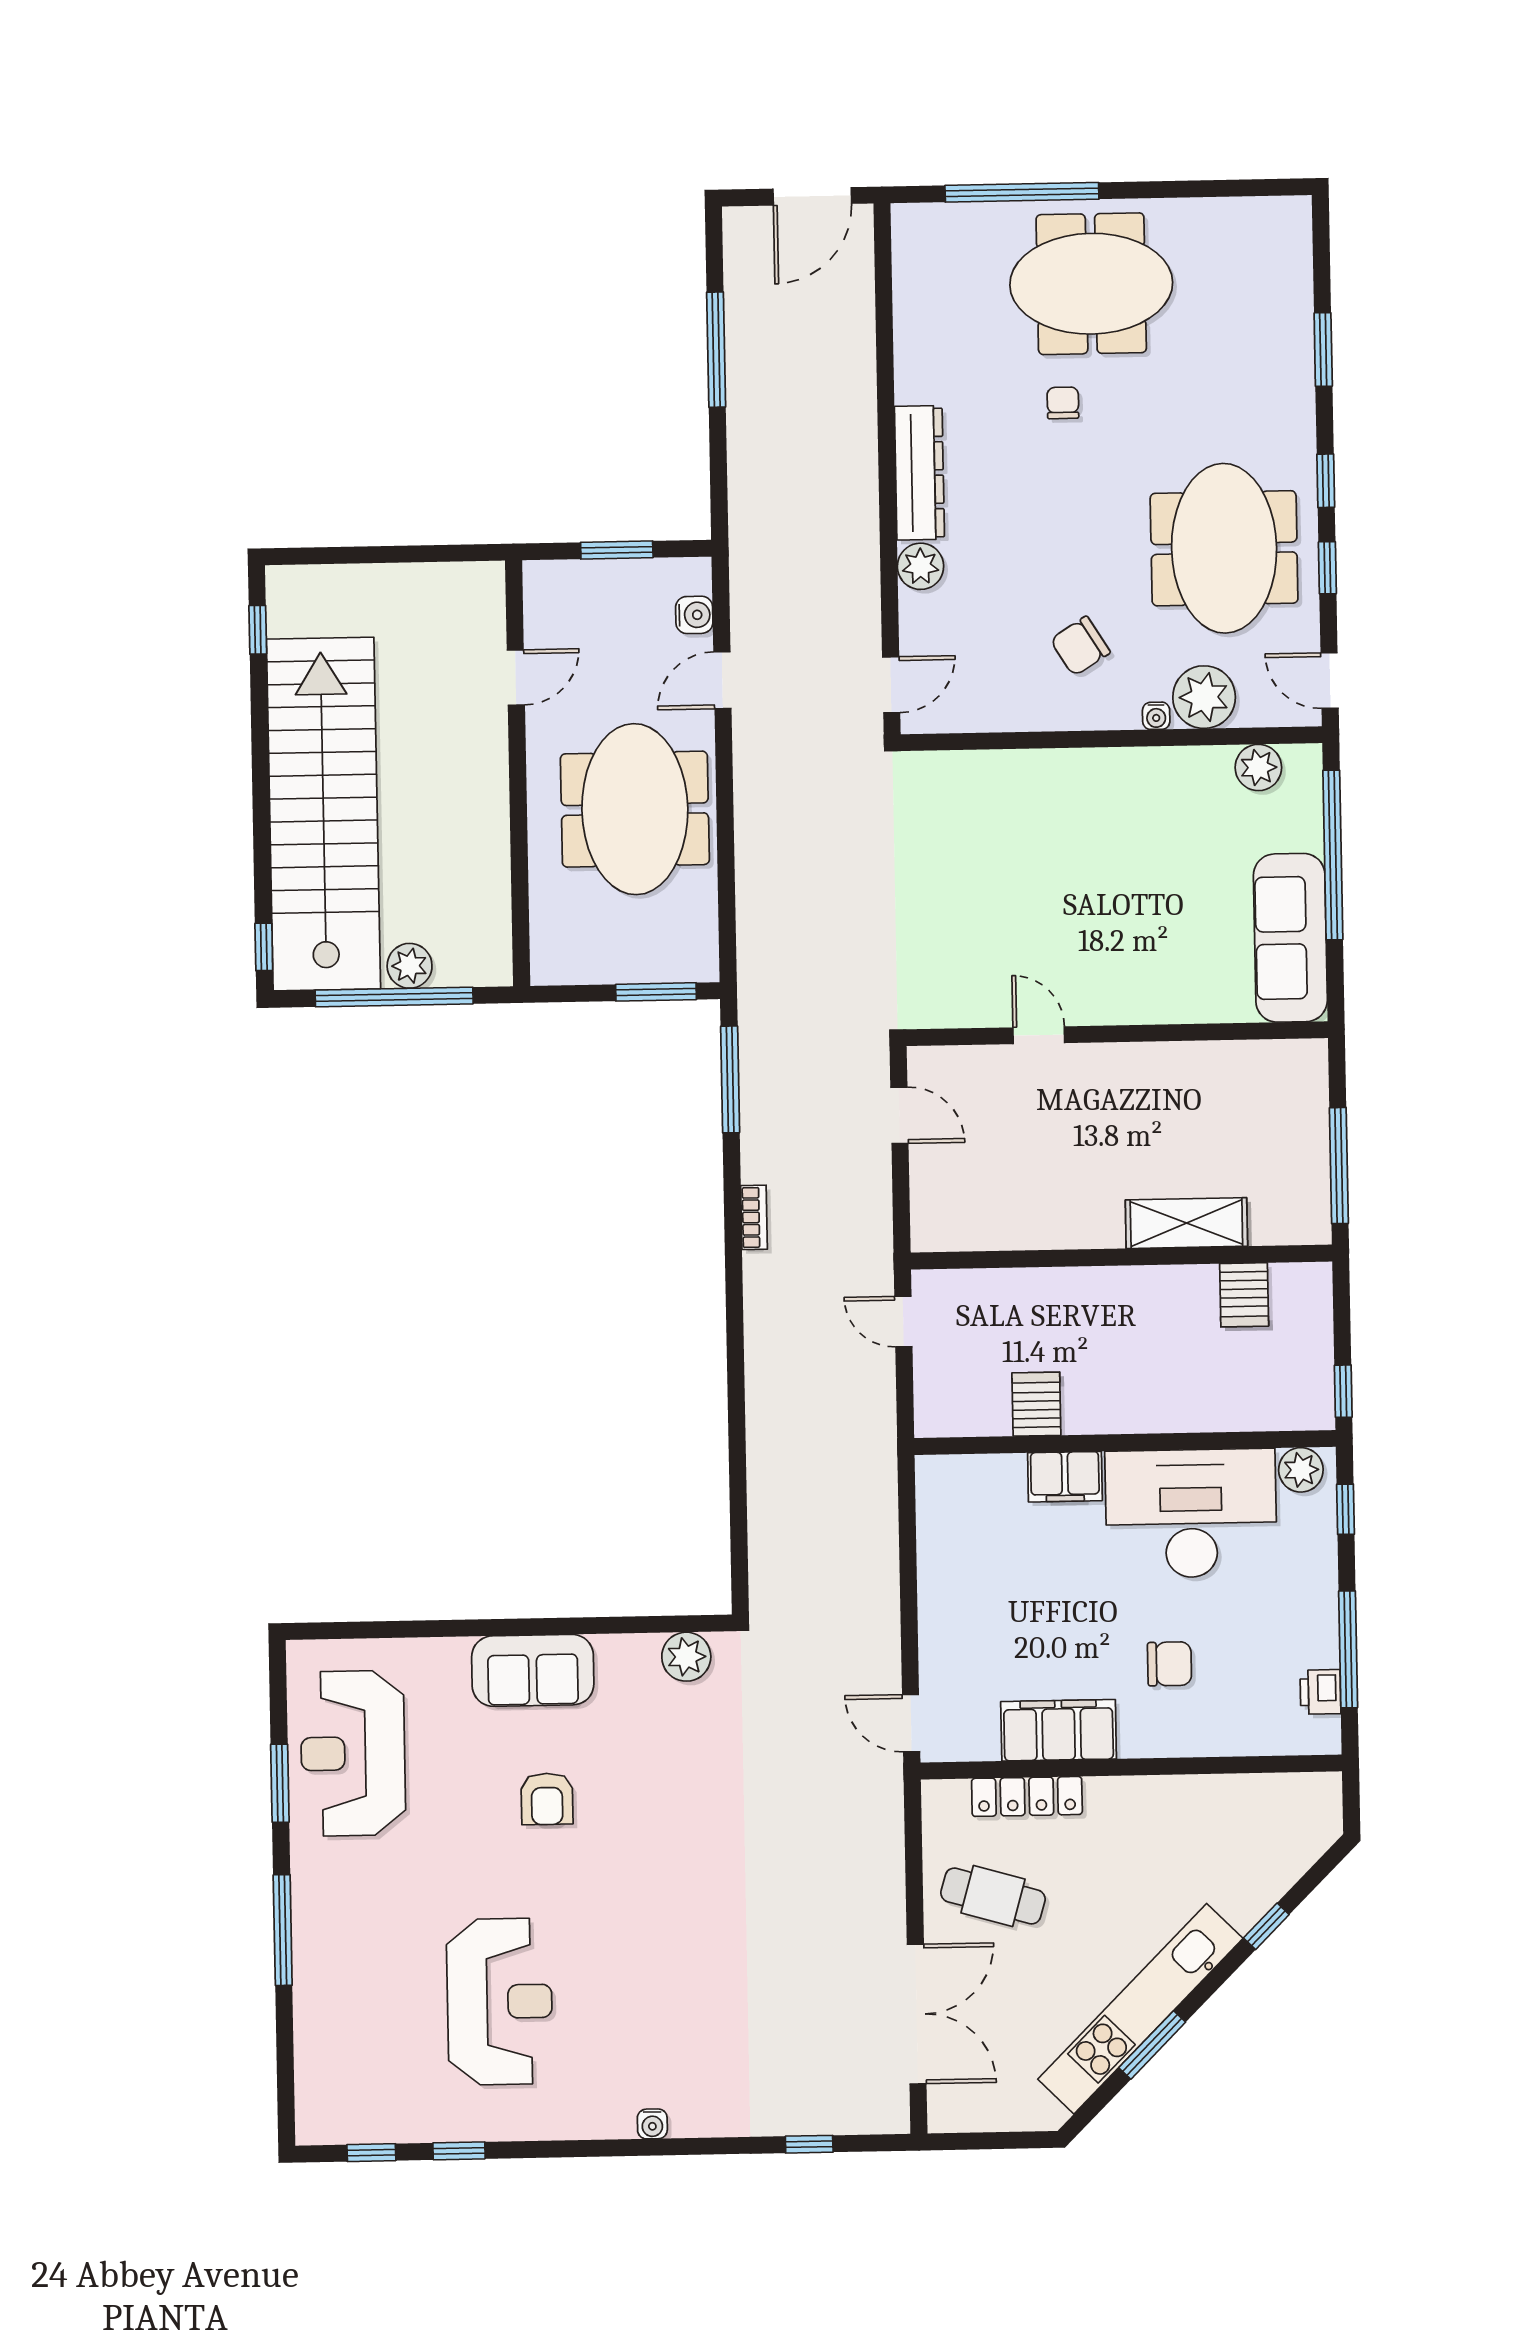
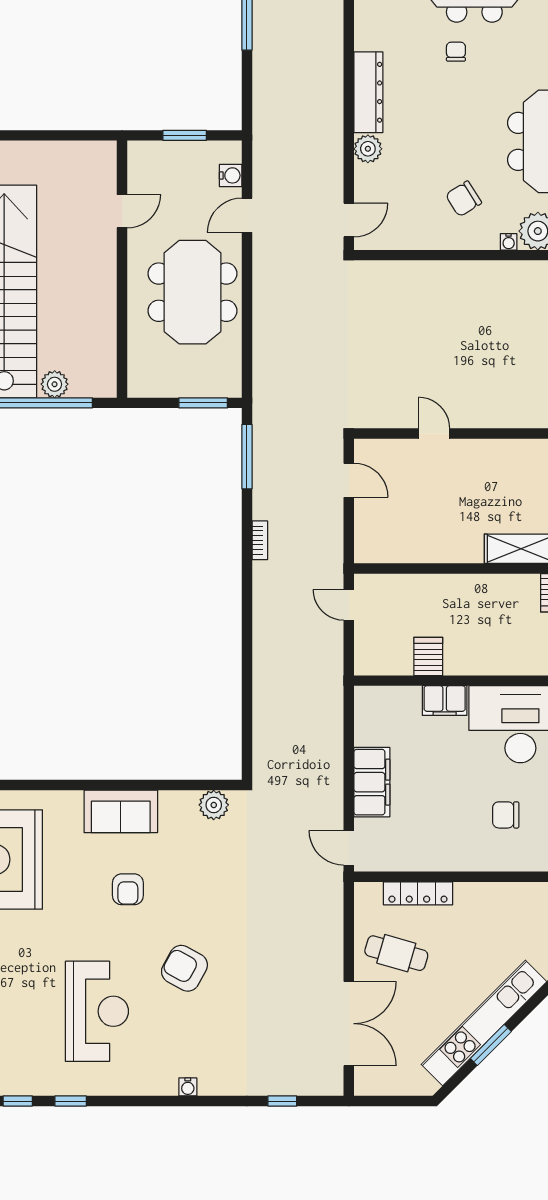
chair: (1170, 1664) -> (506, 815), turned 180
filing cabinet: (1059, 1730) -> (372, 782), moved, turned 90
armchair: (643, 1928) -> (184, 968), added

